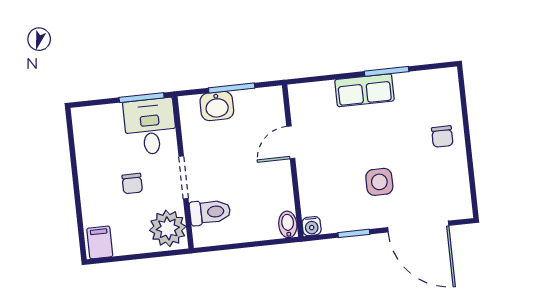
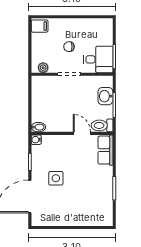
row of seats: (364, 90) -> (105, 150), moved
chair: (442, 136) -> (76, 214), removed
toilet: (210, 212) -> (102, 125), moved, turned 90
plant: (168, 228) -> (43, 68), width x0.53, depth x0.53

